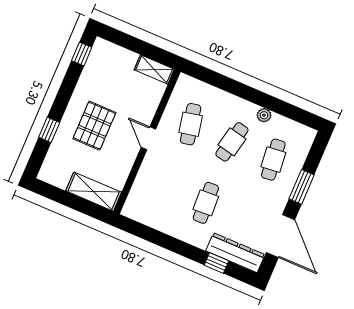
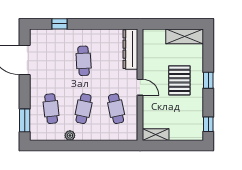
window: (49, 130) -> (208, 80), moved
window: (302, 187) -> (25, 120), moved
shelving: (94, 192) -> (185, 36), moved
dresser: (235, 253) -> (130, 49), moved, turned 90

